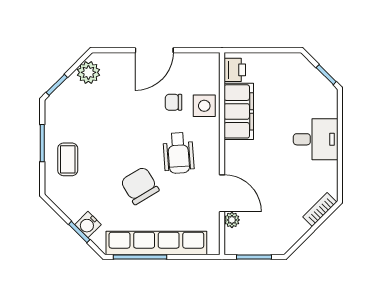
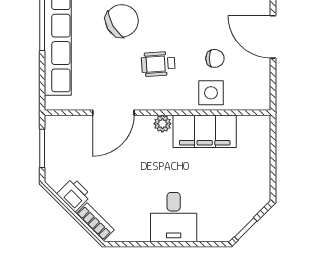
printer: (235, 70) -> (74, 195), moved, turned -135
chair: (173, 102) -> (215, 58), turned 90
wheelchair: (178, 153) -> (158, 64), width x0.73, depth x0.73
plant: (232, 220) -> (162, 124), moved

